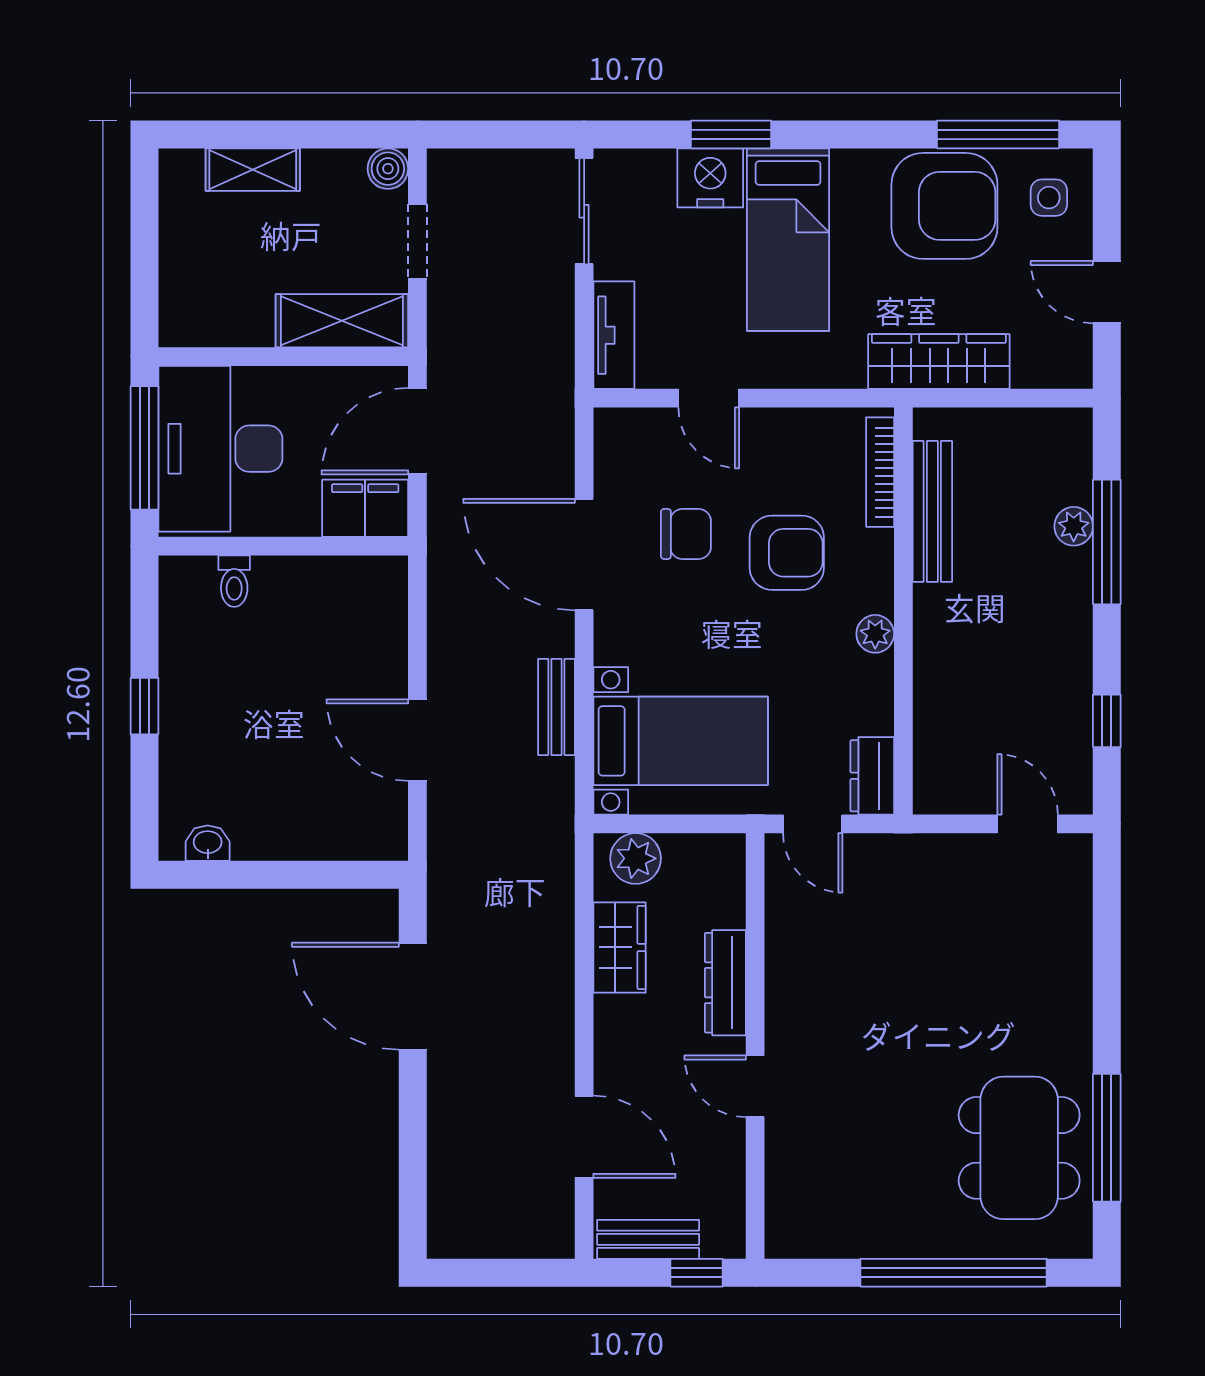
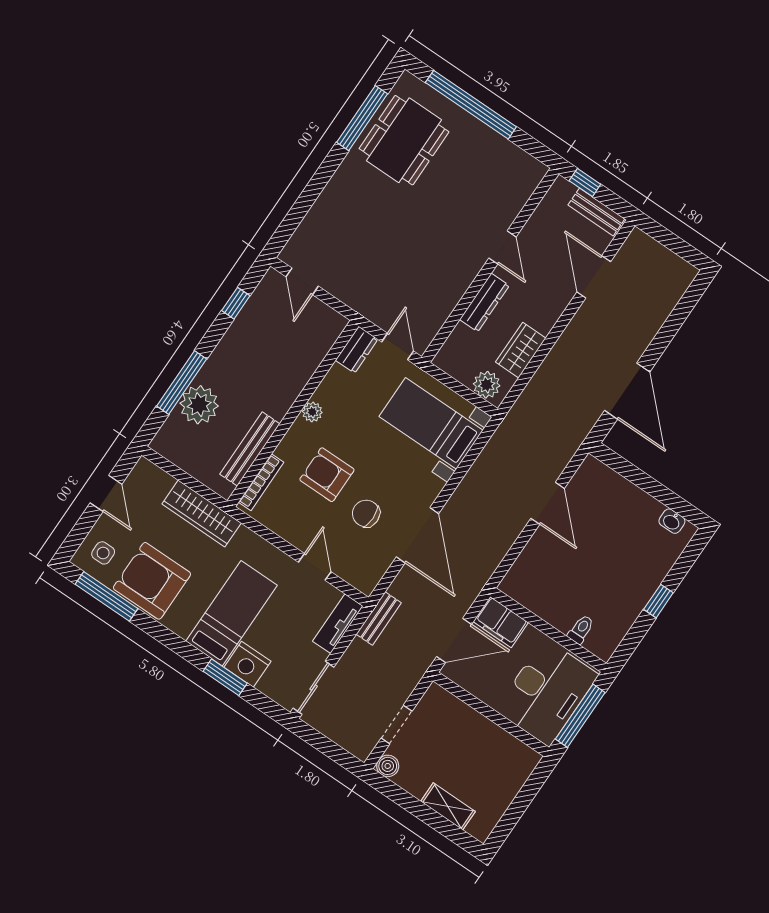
shelving: (342, 321) -> (454, 712), removed
plant: (1074, 526) -> (199, 405), width x1.88, depth x1.88
bench: (556, 707) -> (379, 618), moved

